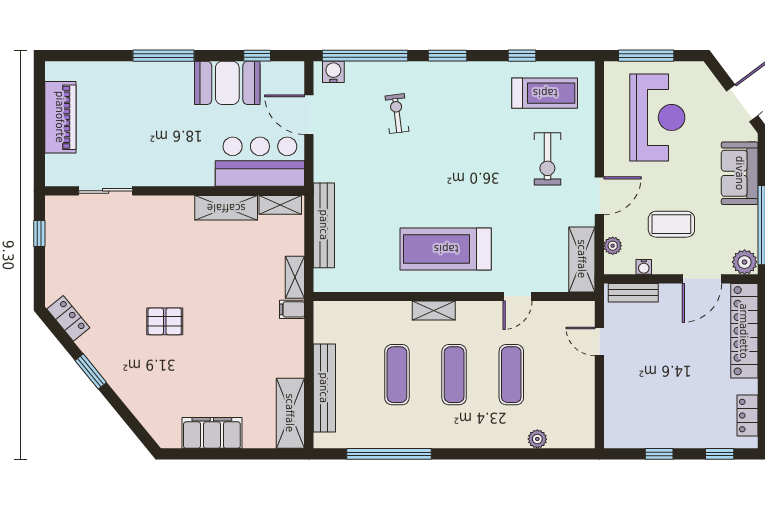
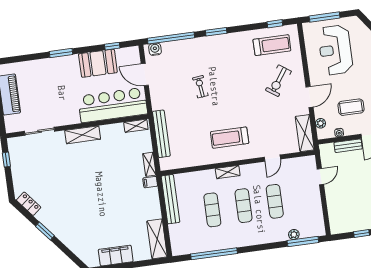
window: (163, 56) -> (61, 53), width x0.69
window: (522, 56) -> (275, 24), moved
exercise bike: (397, 114) -> (200, 87), moved
reception desk: (657, 117) -> (335, 50), turned 180
exercise bike: (547, 159) -> (278, 81), turned 35
bar counter: (260, 162) -> (113, 105), width x1.36
shelving: (226, 208) -> (83, 135), moved
treadmill: (446, 249) -> (230, 138), width x0.73, depth x0.73
bench: (633, 293) -> (348, 146), moved
pallet: (165, 321) -> (82, 198), removed
door: (599, 341) -> (320, 177), swing flipped
bench: (324, 388) -> (170, 199), moved
window: (552, 454) -> (303, 242), added

